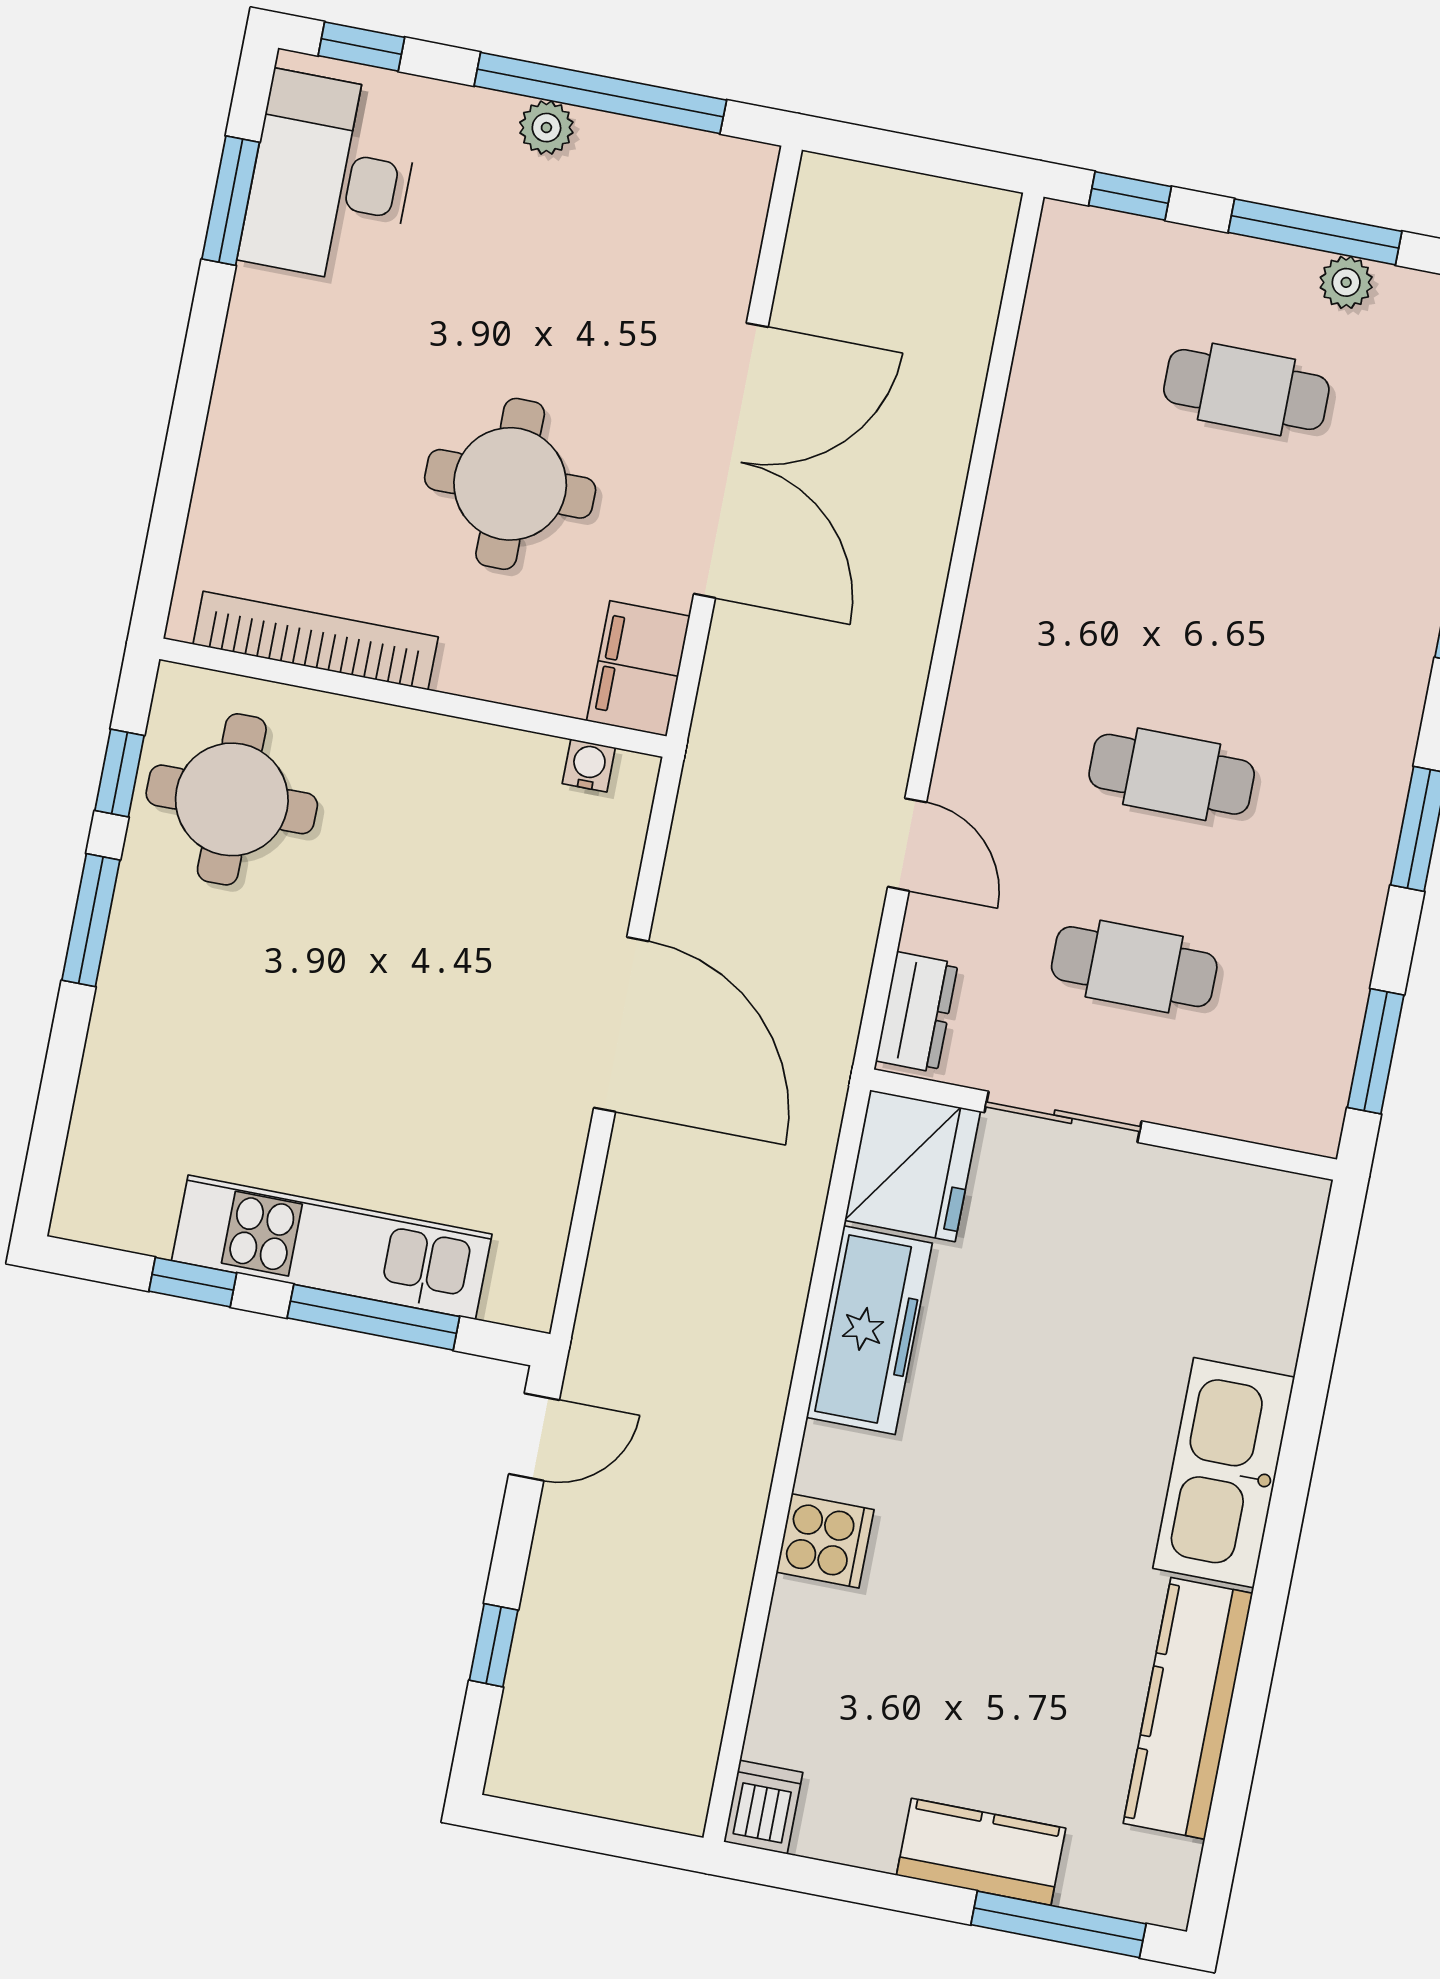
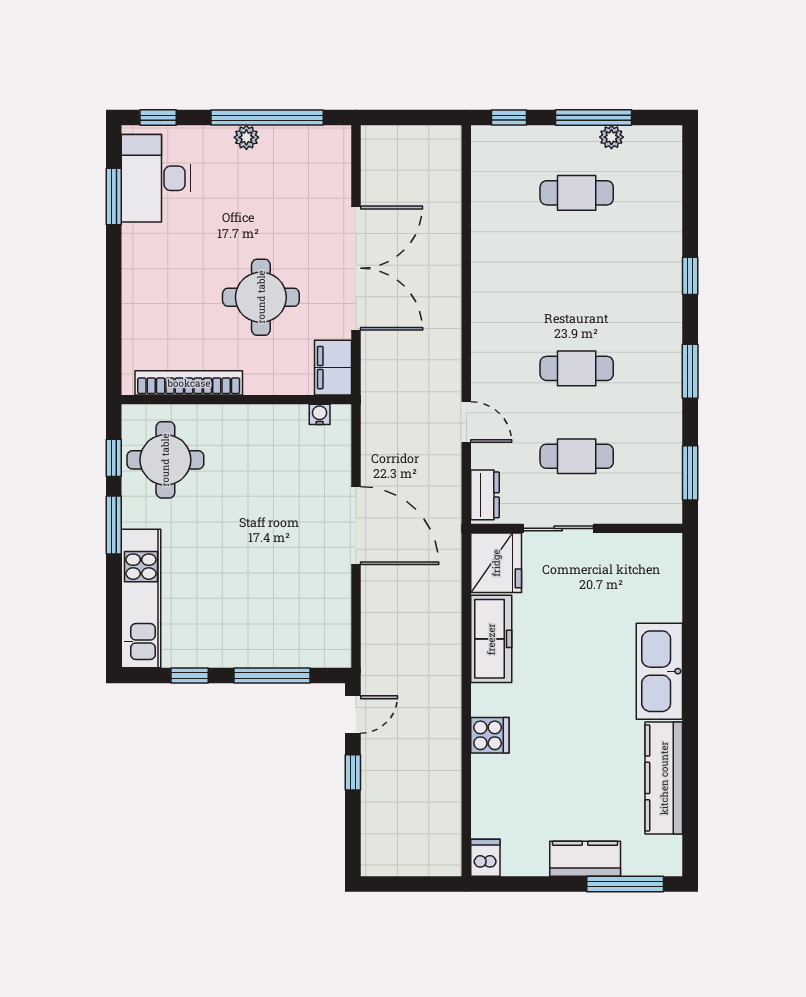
kitchen unit: (332, 1247) -> (141, 598), moved, turned 90
window: (494, 1645) -> (353, 772), moved

